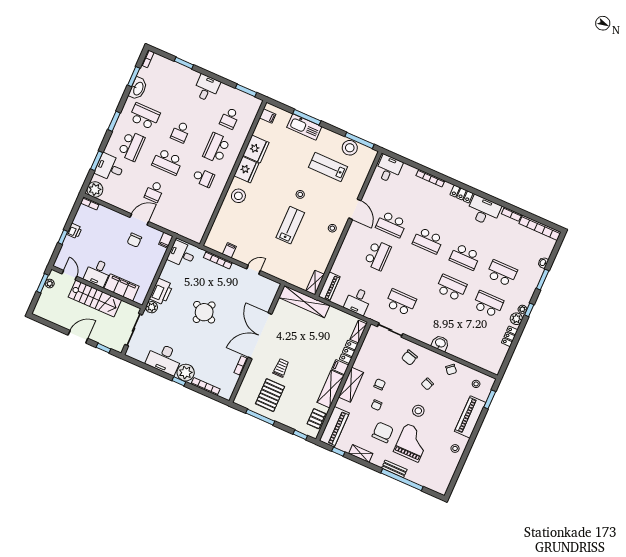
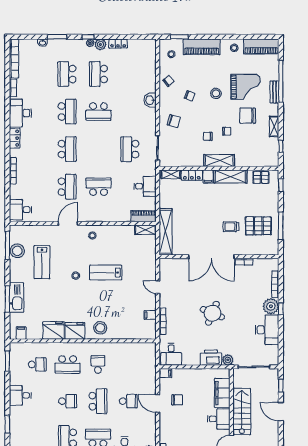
school desk: (451, 288) -> (98, 112), turned -90
piano: (334, 427) -> (261, 46), moved, turned 180
grand piano: (412, 443) -> (246, 87), turned 180

